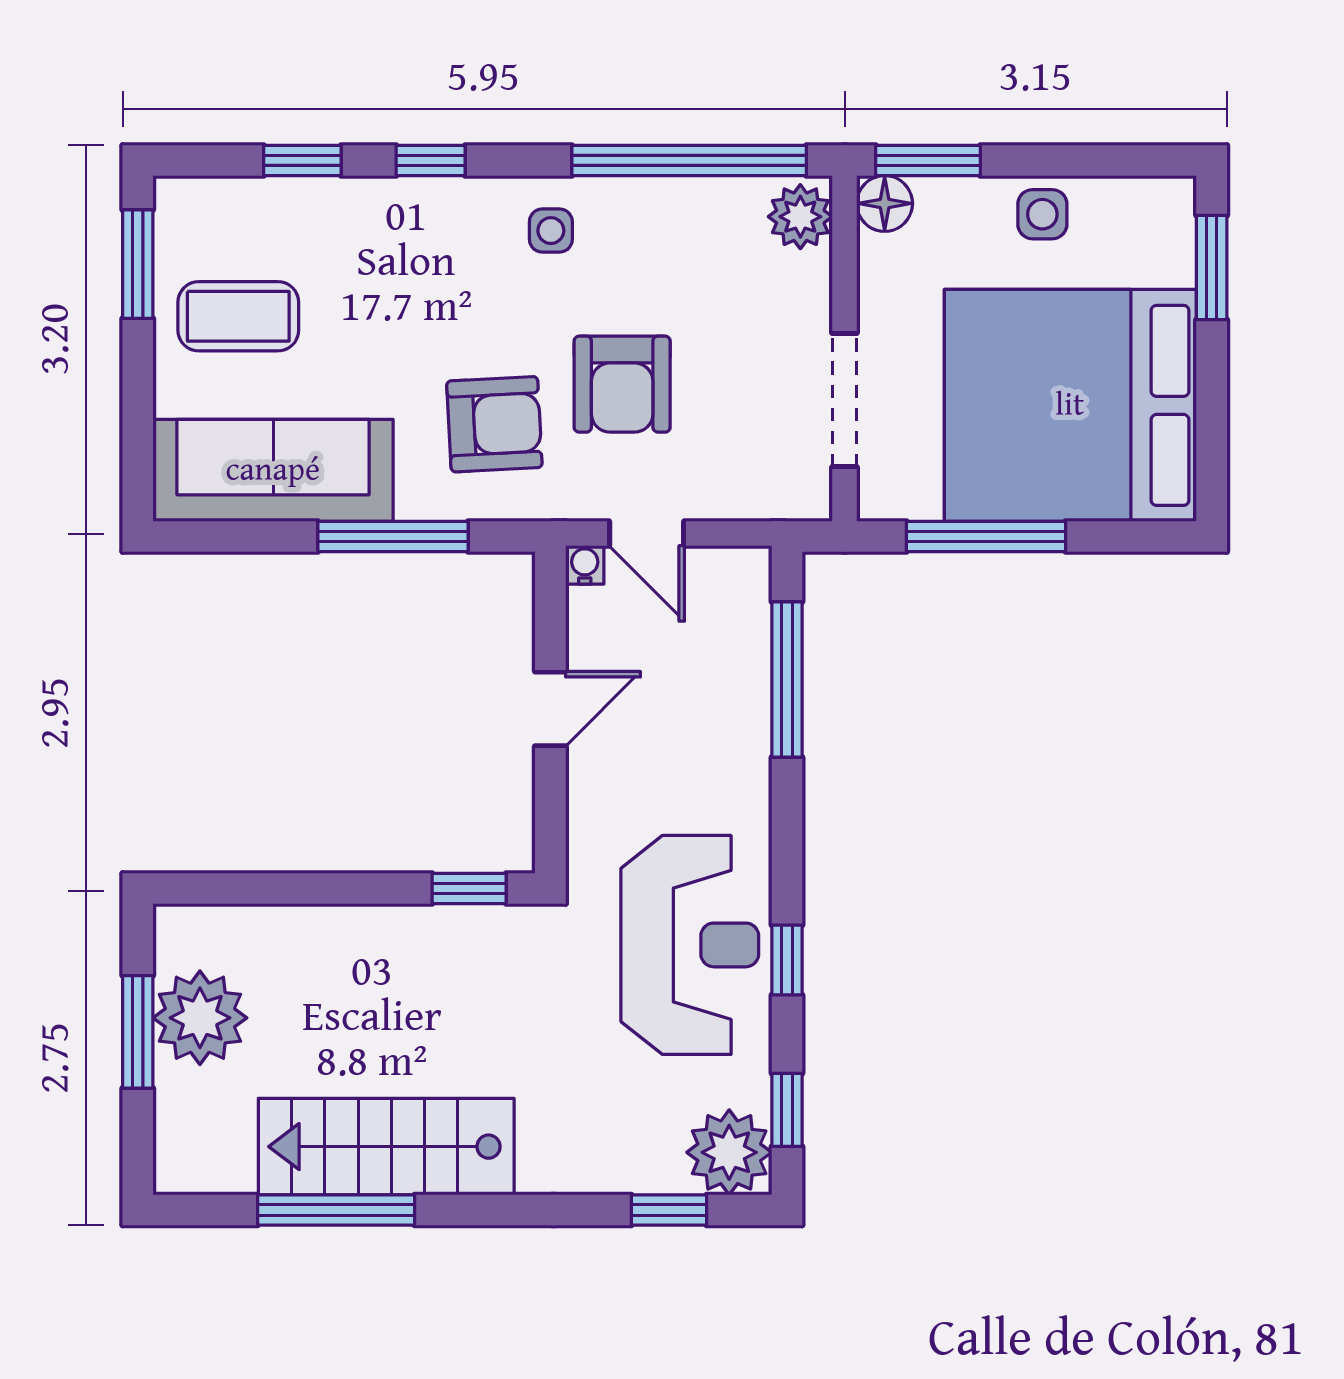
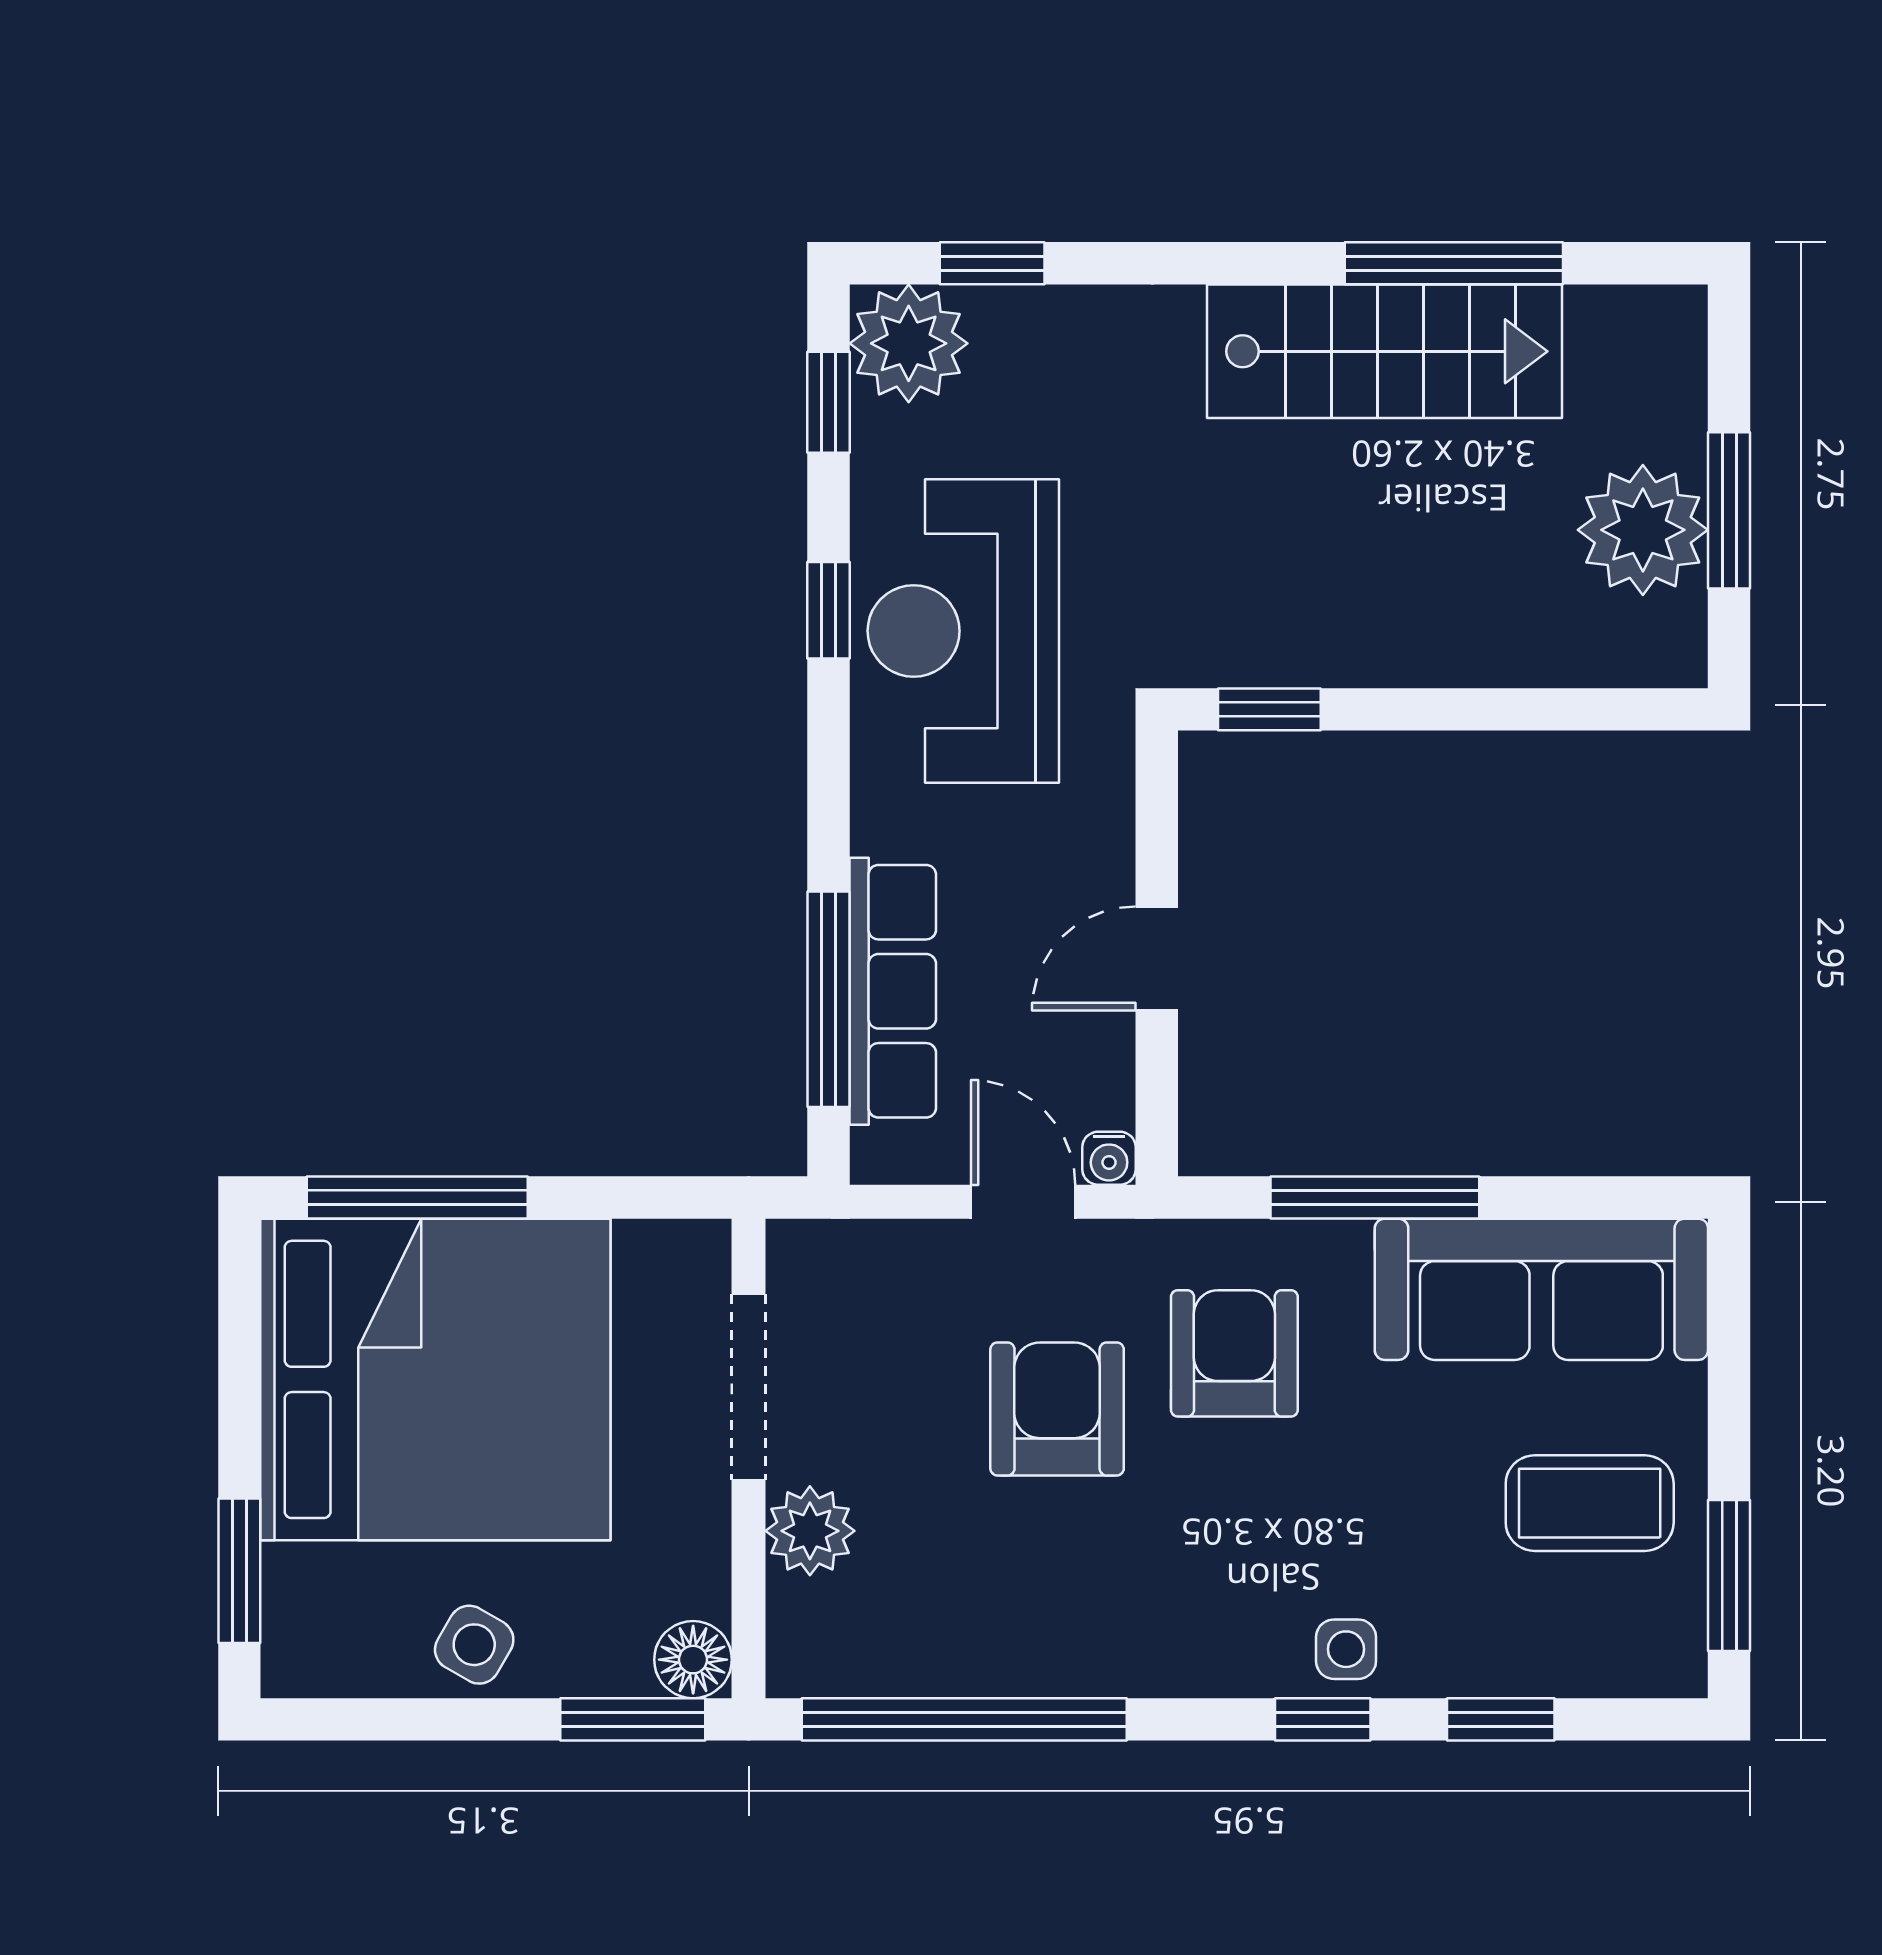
side table: (1042, 214) -> (474, 1645), turned 30
plant: (800, 217) -> (810, 1531), moved
side table: (551, 231) -> (1346, 1649), moved
armchair: (494, 424) -> (1234, 1353), turned 93
window: (986, 537) -> (417, 1197), moved
row of seats: (741, 685) -> (893, 991), added

